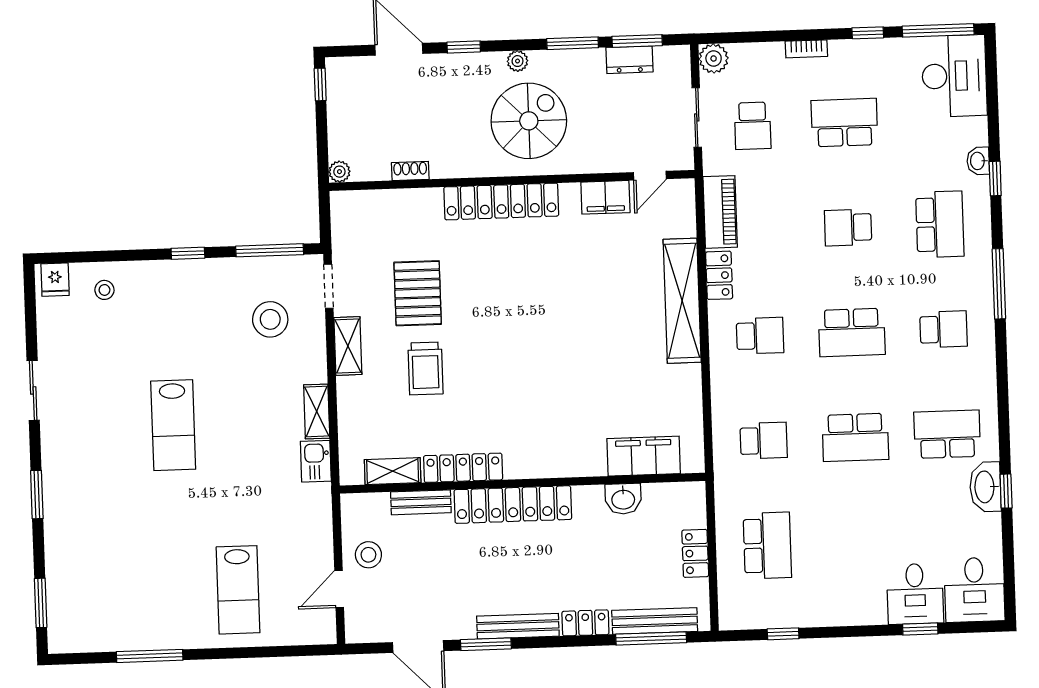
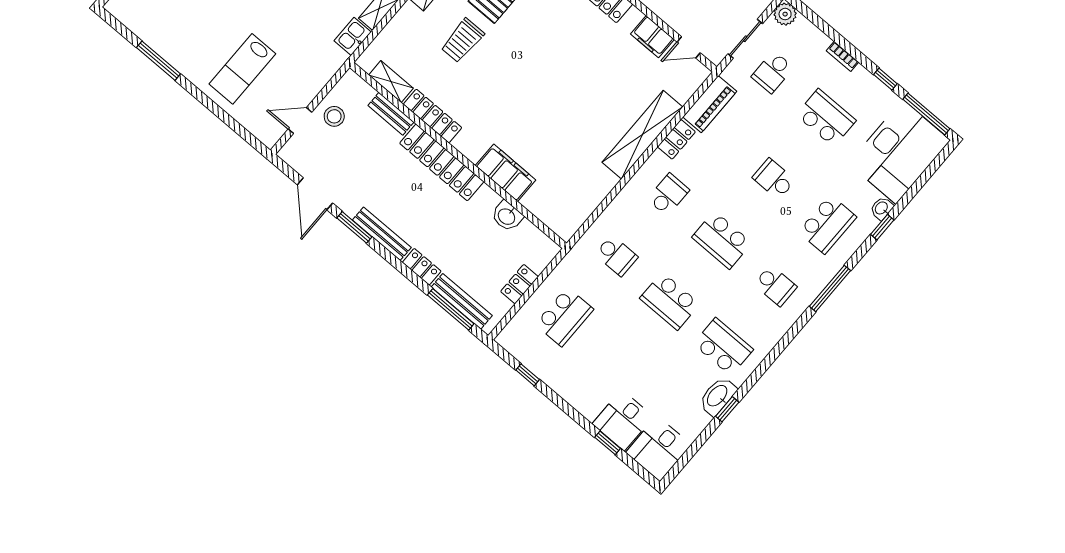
desk: (954, 76) -> (899, 152), width x1.36, depth x1.30
school desk: (760, 336) -> (668, 195), turned -90
filing cabinet: (644, 456) -> (506, 173), moved

